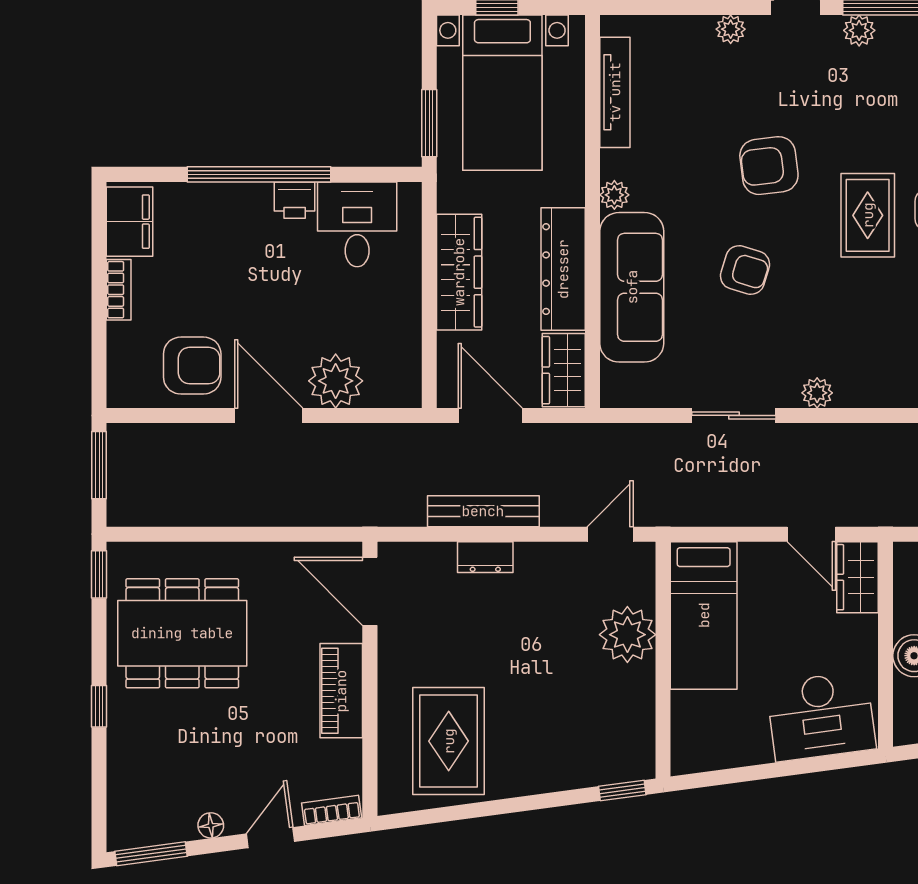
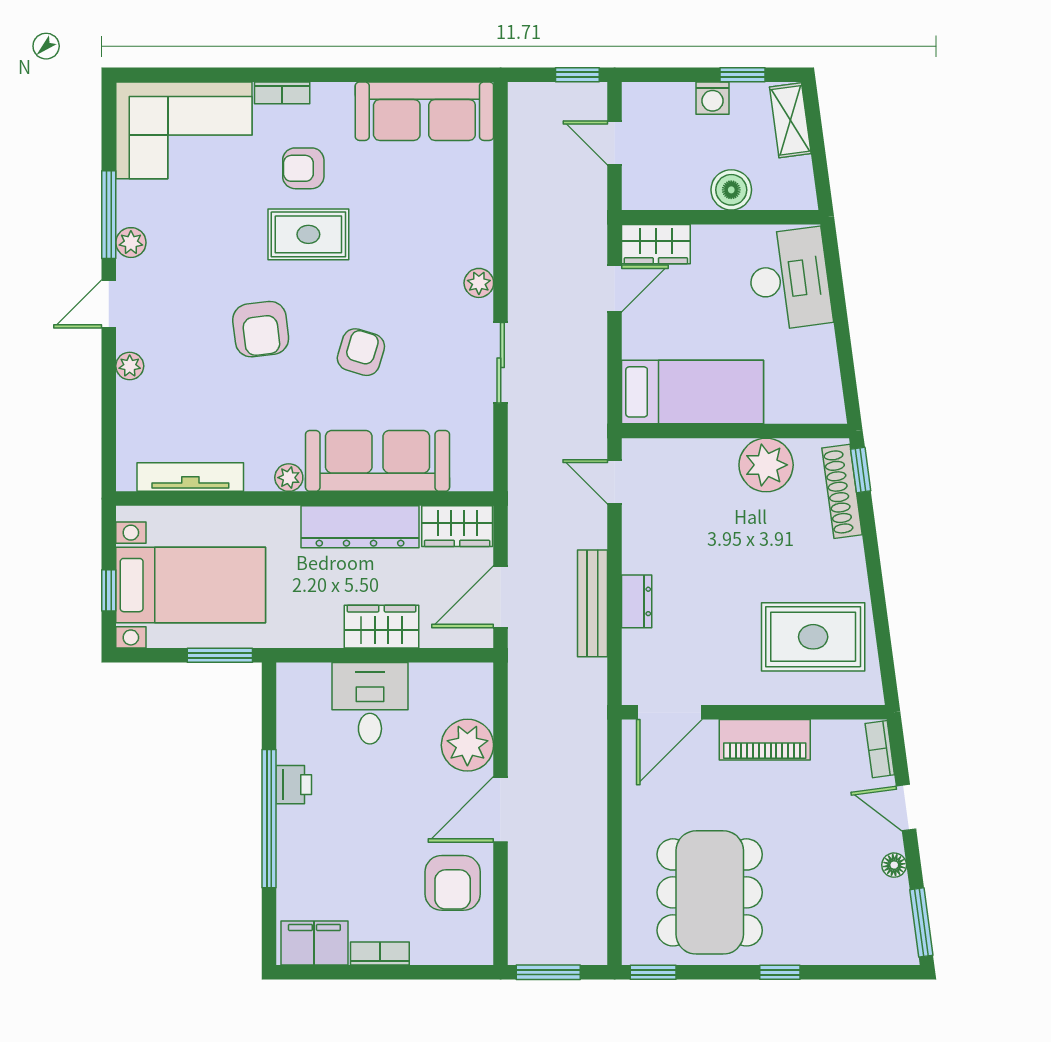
desk: (357, 224) -> (370, 703), moved, turned 90
wardrobe: (459, 272) -> (382, 627), width x0.67
armchair: (192, 366) -> (453, 883), turned 180
plant: (627, 635) -> (766, 465), moved
shoe rack: (600, 771) -> (842, 491), added

